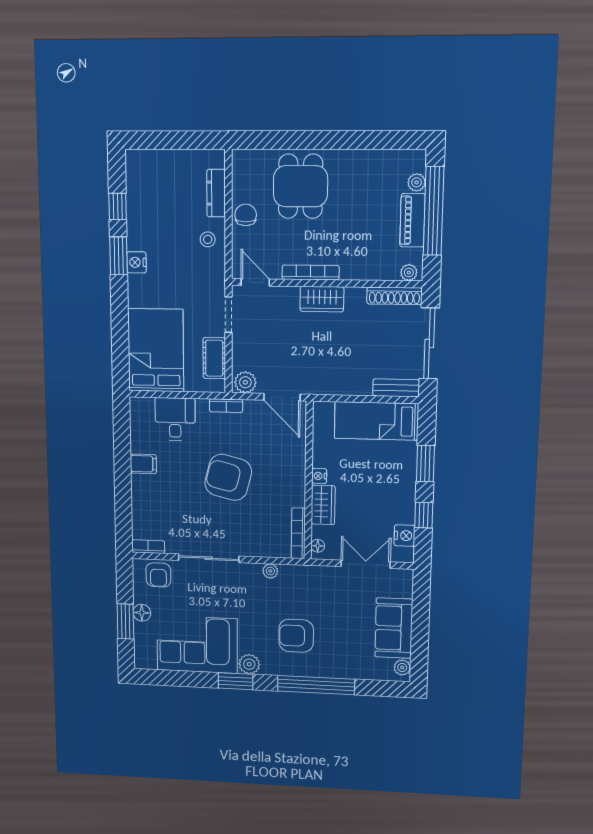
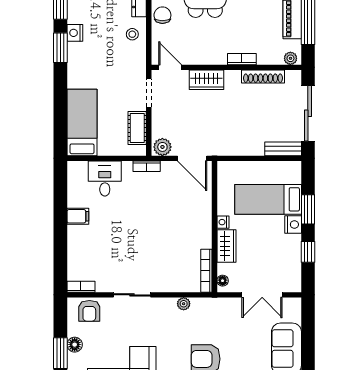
nightstand: (136, 262) -> (75, 33), moved
bookcase: (311, 272) -> (242, 59), moved, width x0.64
shoe rack: (394, 296) -> (263, 76), moved
wardrobe: (322, 299) -> (206, 80), moved
bed: (156, 350) -> (82, 123), width x0.67
bed: (376, 421) -> (268, 199), moved
armchair: (228, 477) -> (148, 226), removed
nightstand: (405, 536) -> (293, 224), moved
sliding door: (209, 558) -> (132, 295), width x0.73
double door: (366, 564) -> (262, 295), swing flipped

